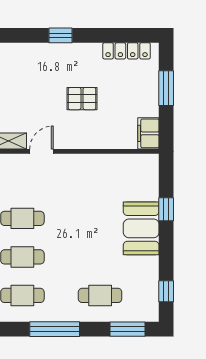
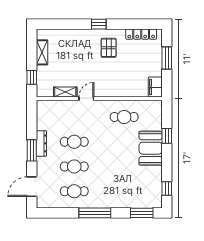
pallet: (82, 99) -> (109, 48), moved, turned 90
cafe table: (100, 295) -> (124, 117), moved

